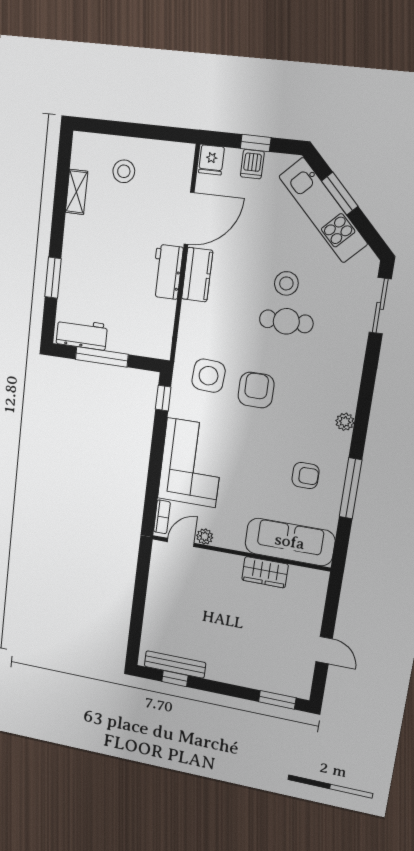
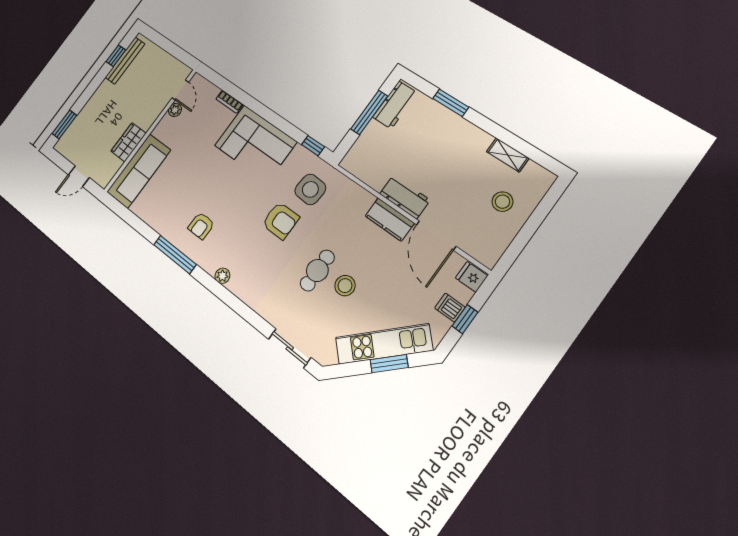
plant: (205, 537) -> (175, 110), moved
door: (181, 542) -> (180, 90), moved
sofa: (290, 542) -> (139, 171), moved
wall: (240, 553) -> (150, 131), moved
wardrobe: (265, 572) -> (128, 142), moved

